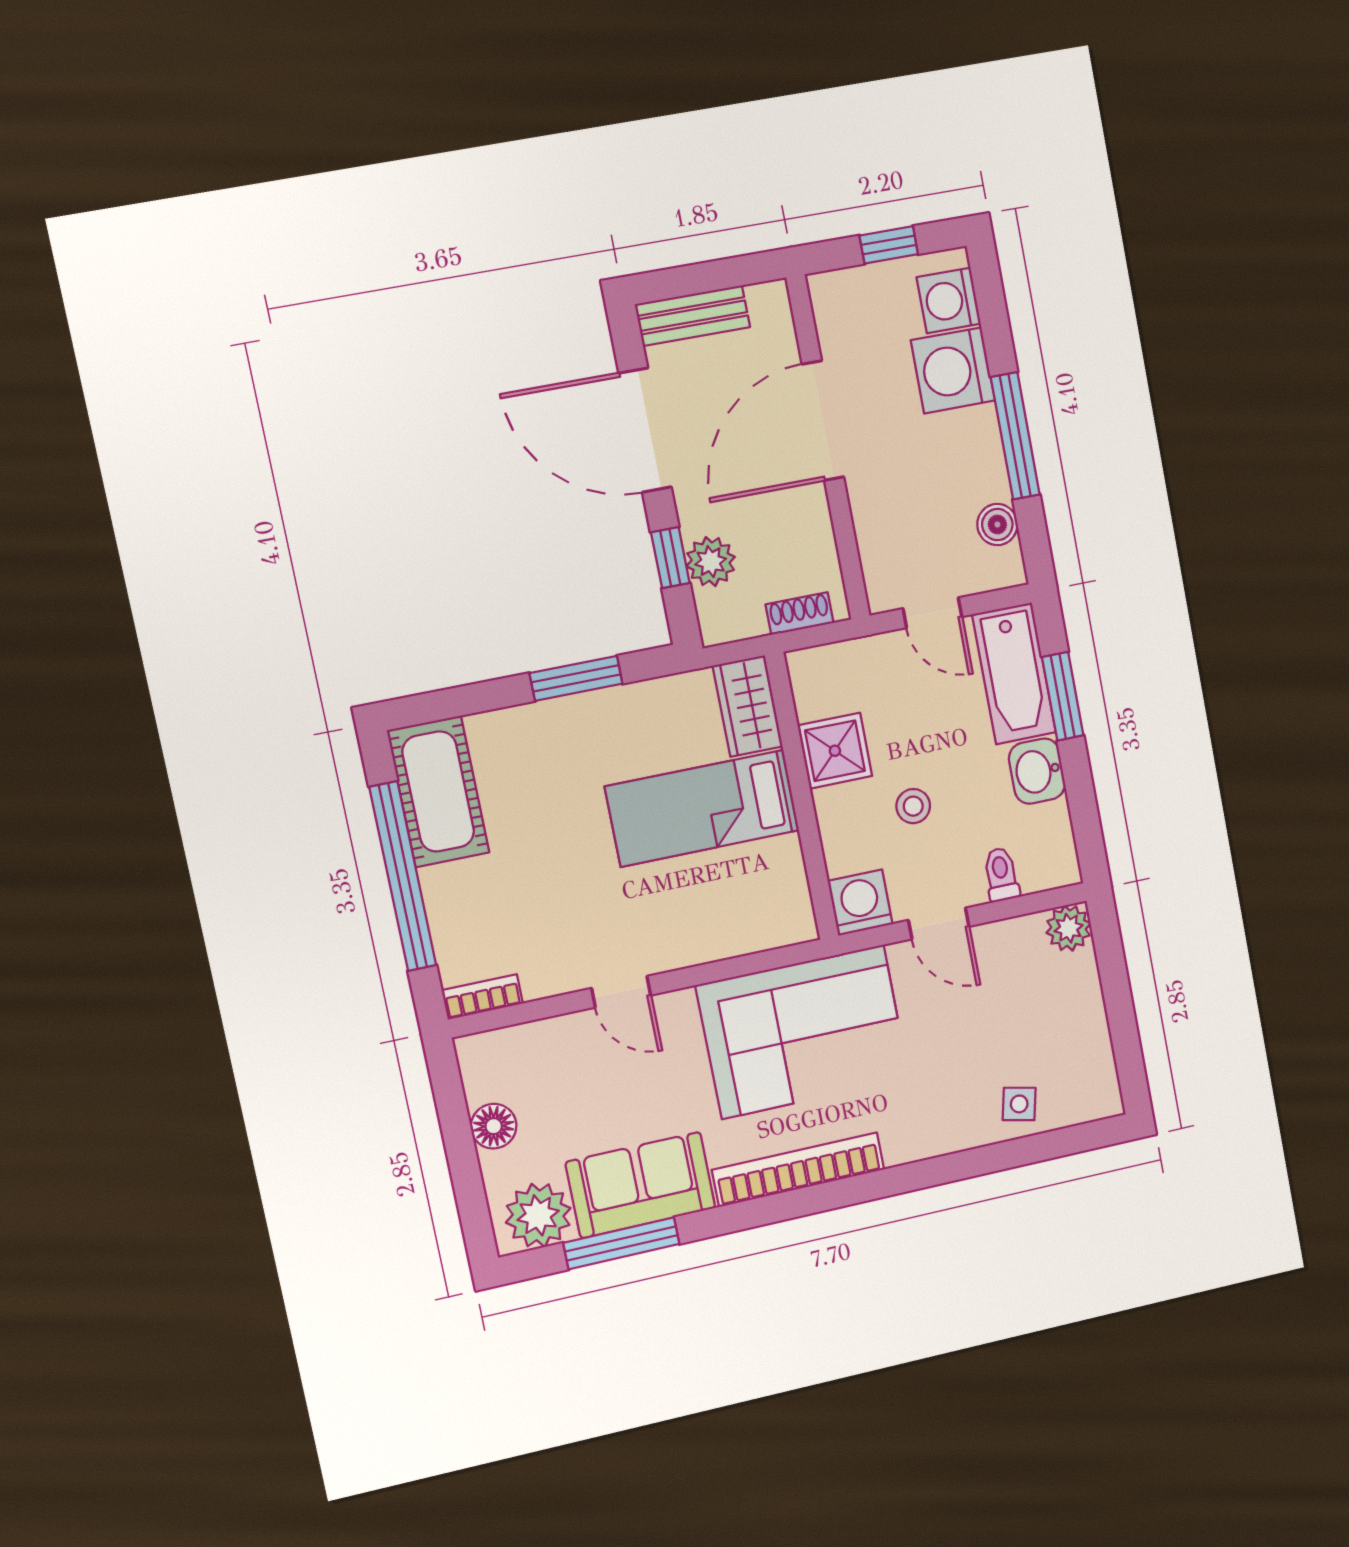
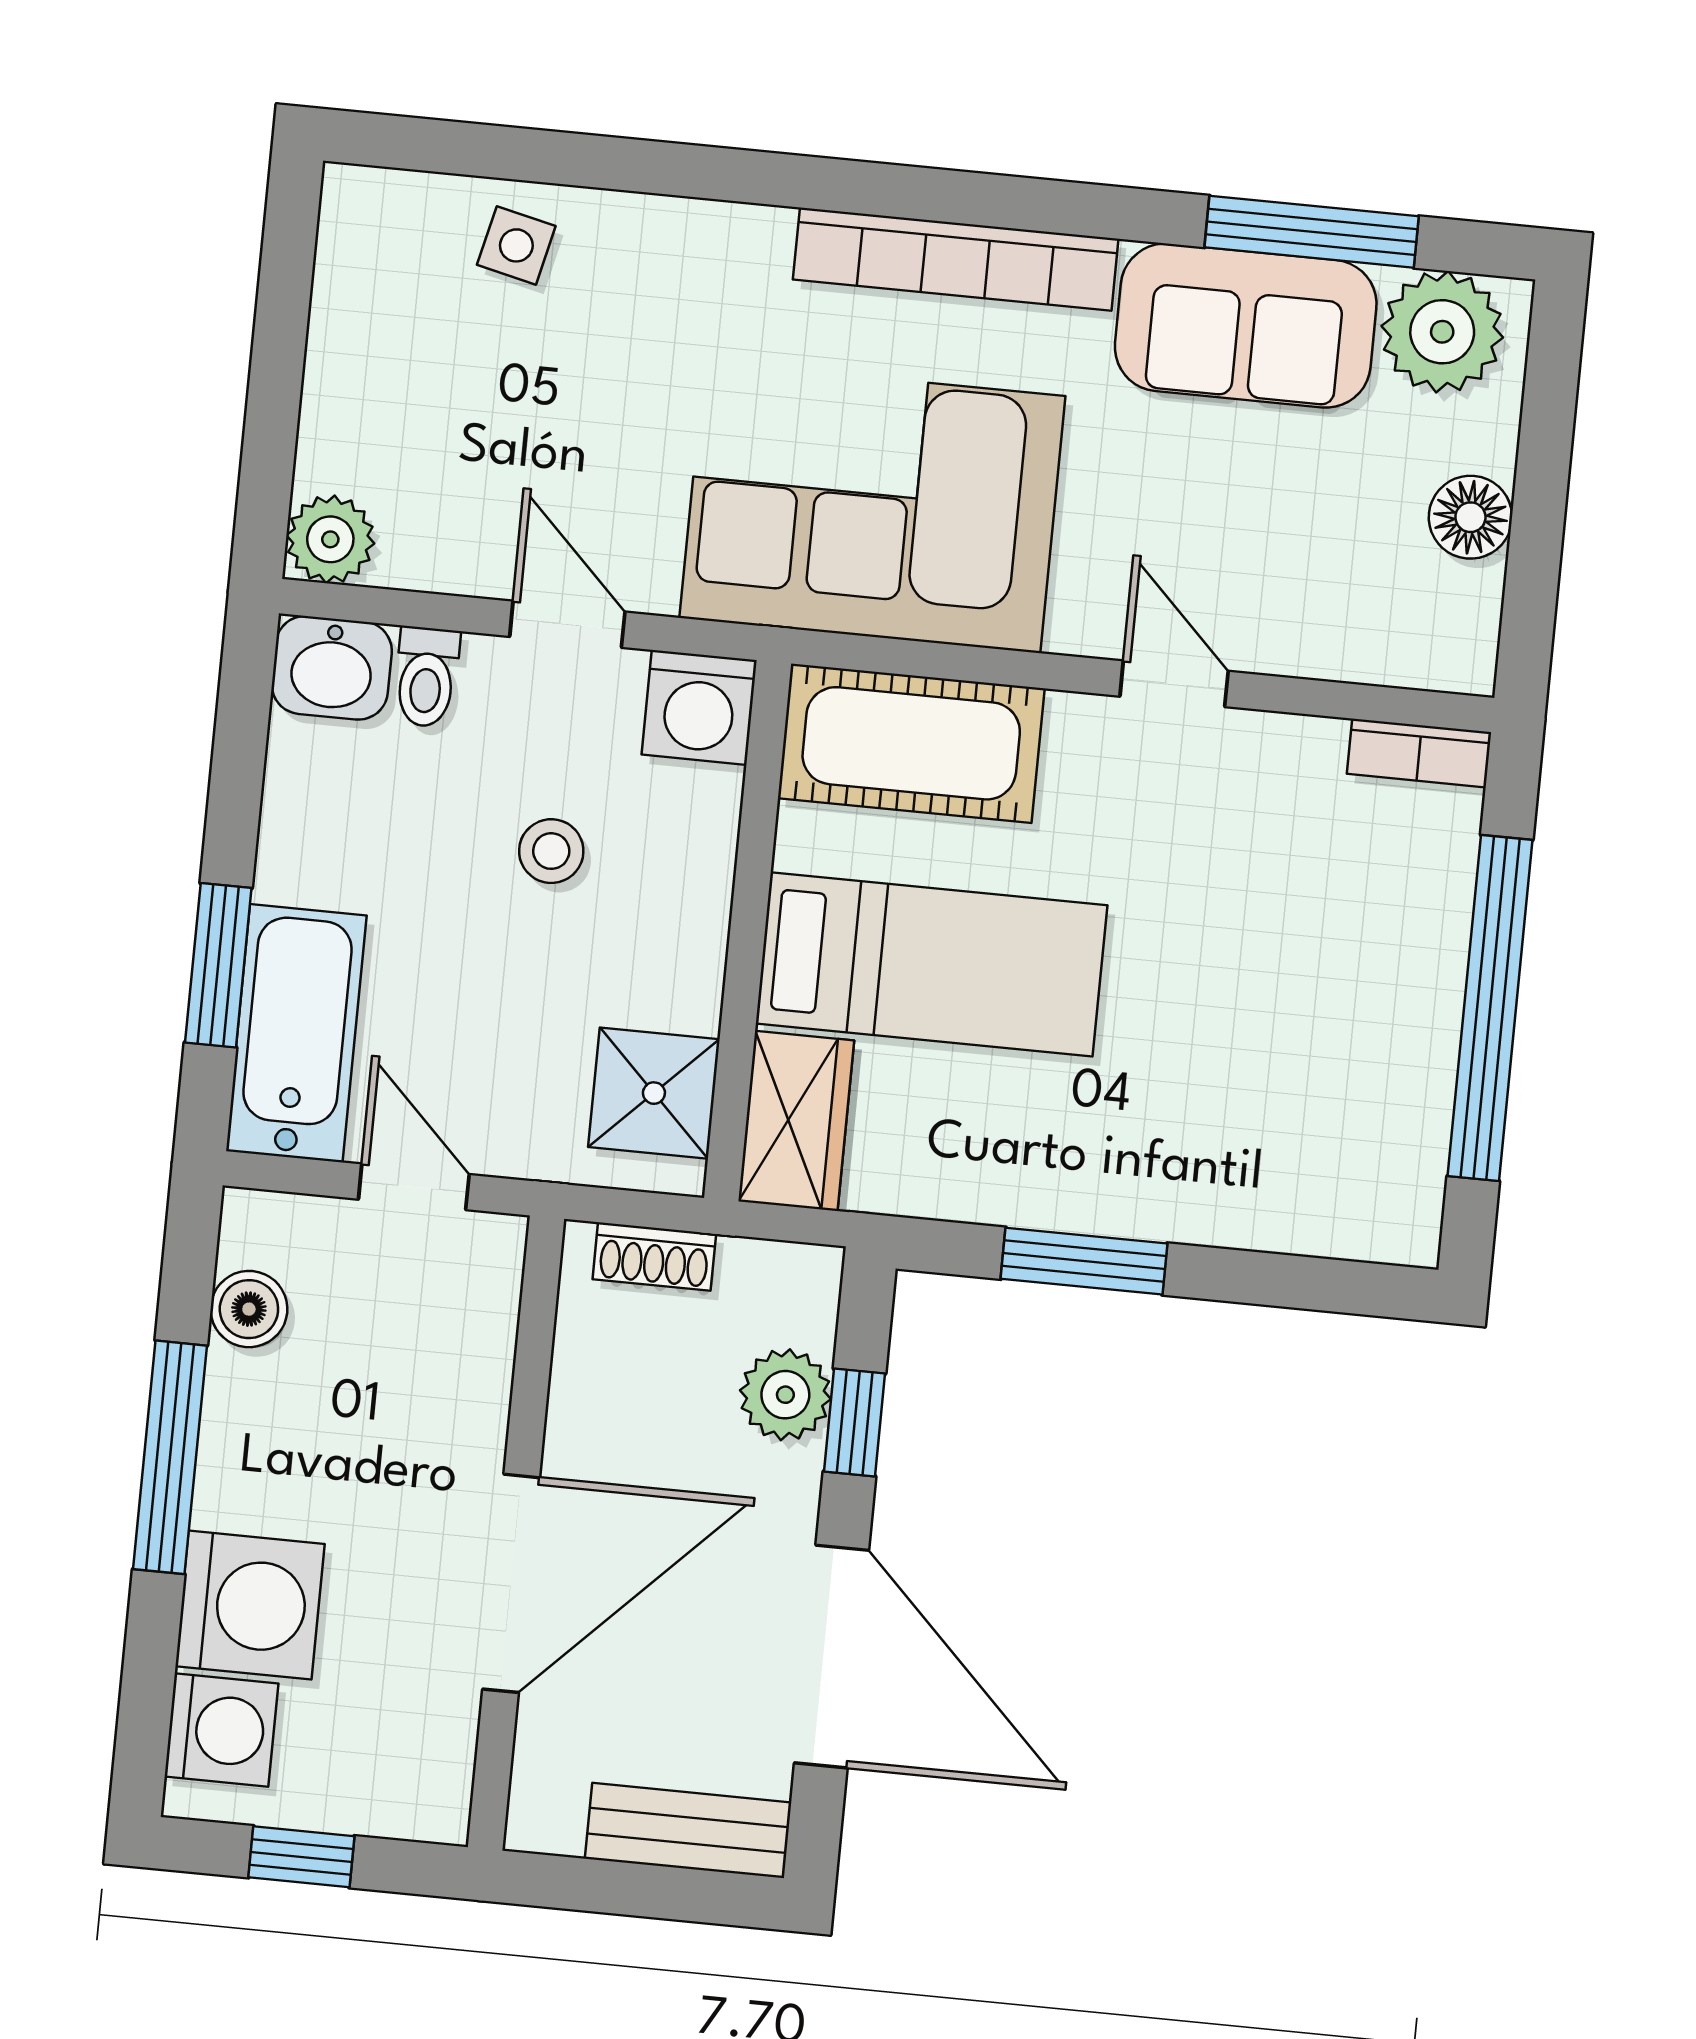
shower: (835, 751) -> (654, 1093), moved
washbasin: (1037, 771) -> (332, 668), moved, turned 90
cot: (438, 792) -> (911, 743), moved, turned 90

